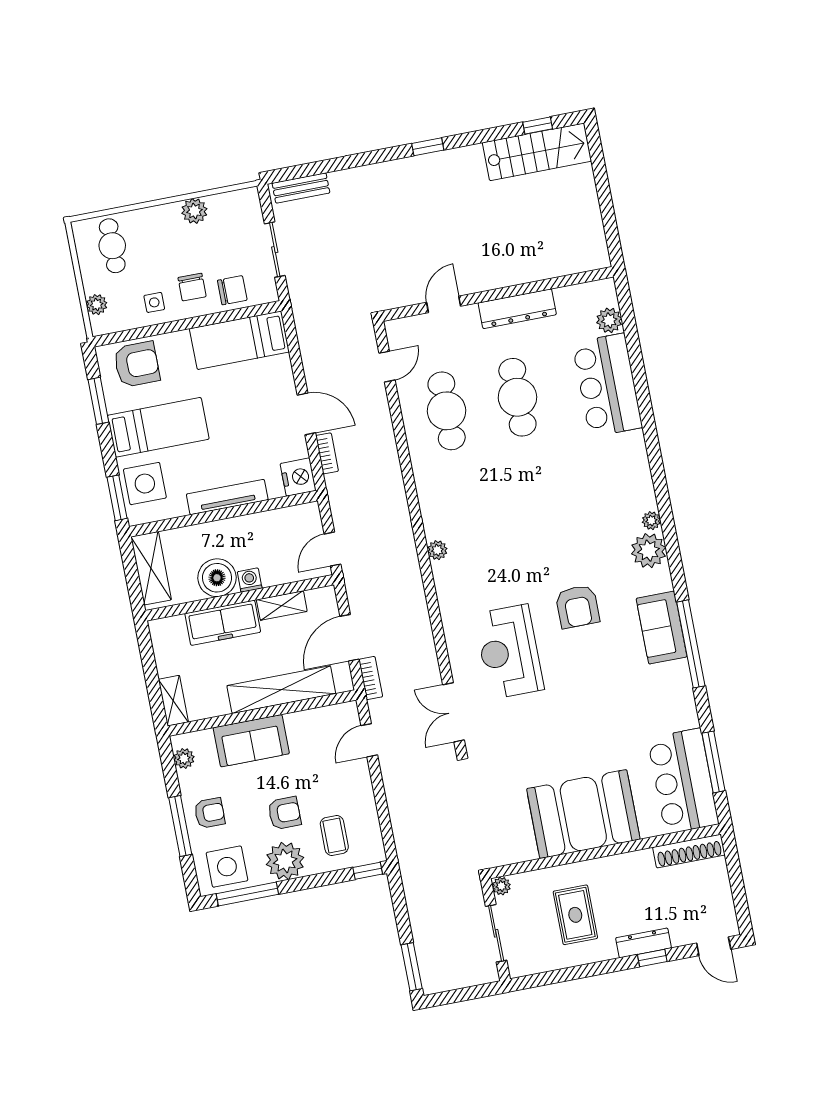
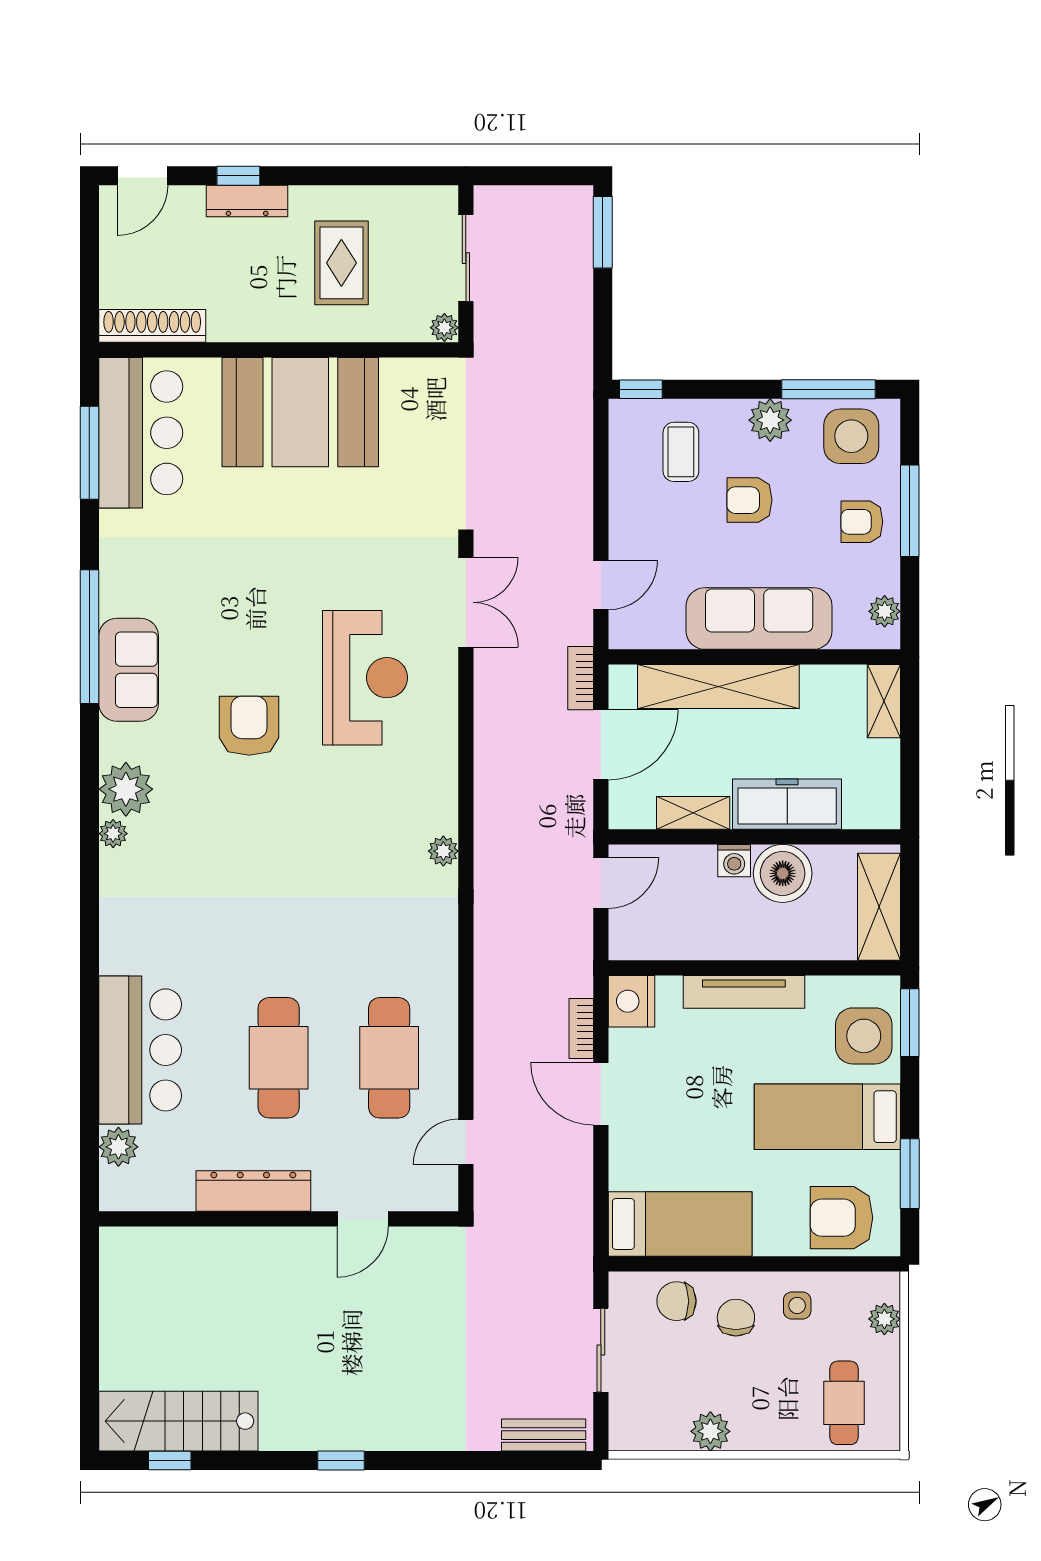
sofa: (251, 741) -> (759, 619), width x1.36
plant: (285, 861) -> (770, 420), width x0.73, depth x0.73
door: (714, 946) -> (143, 176), swing flipped

